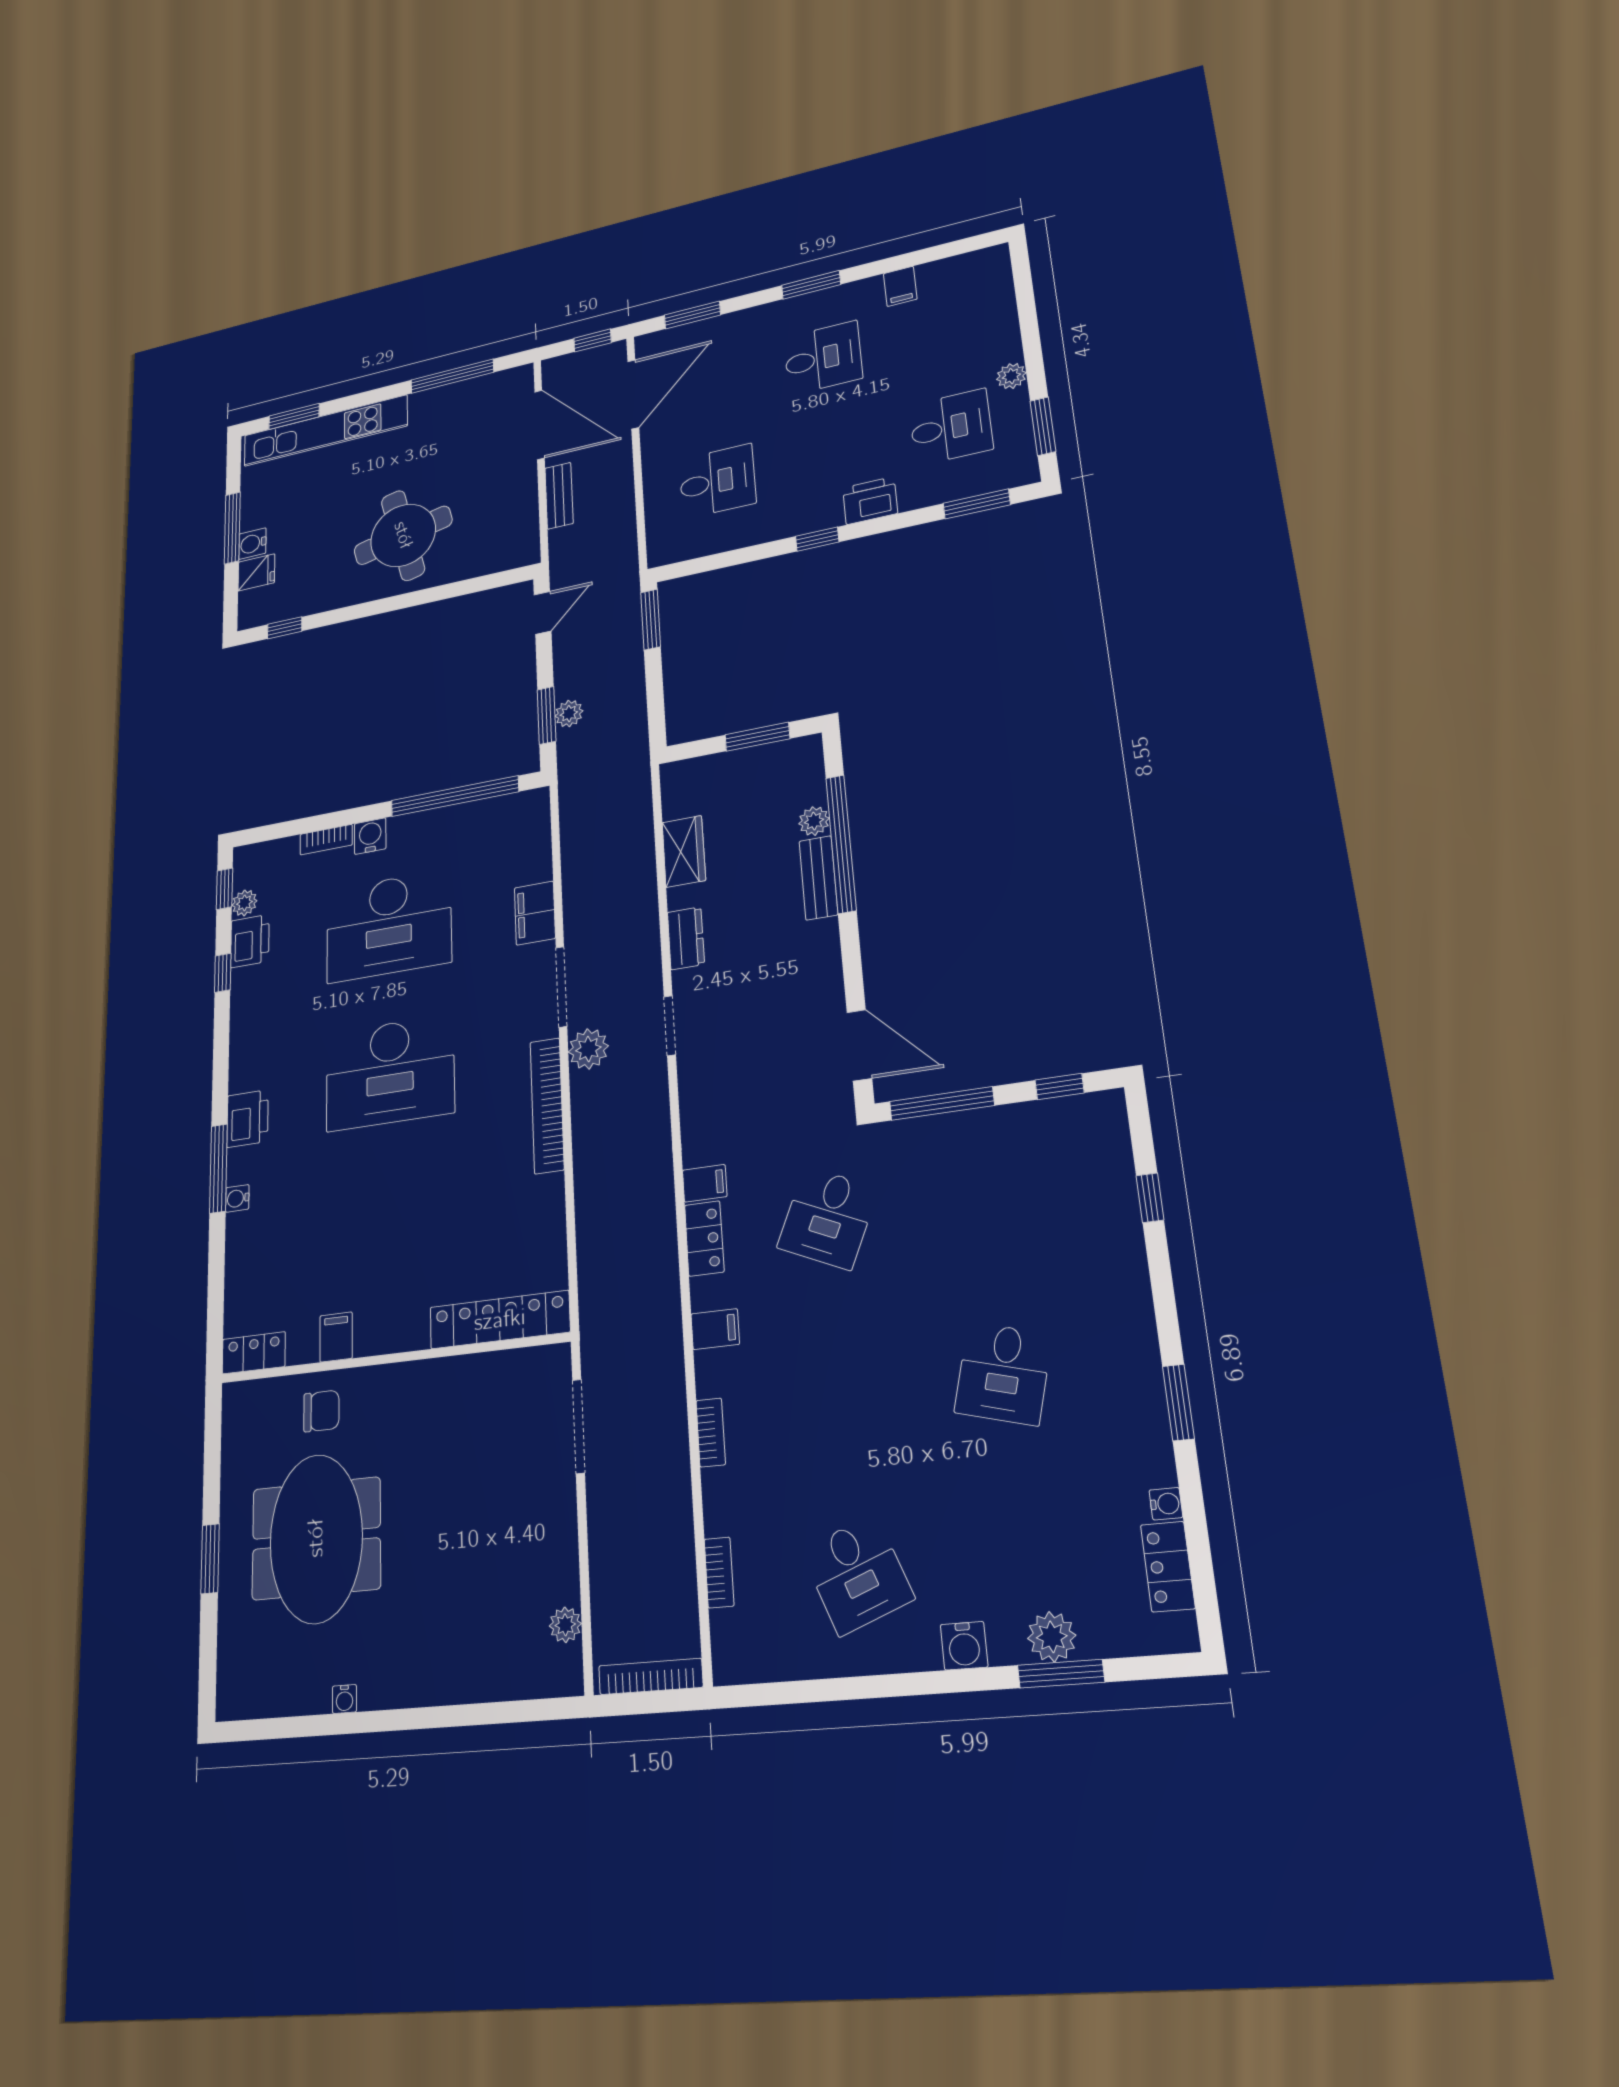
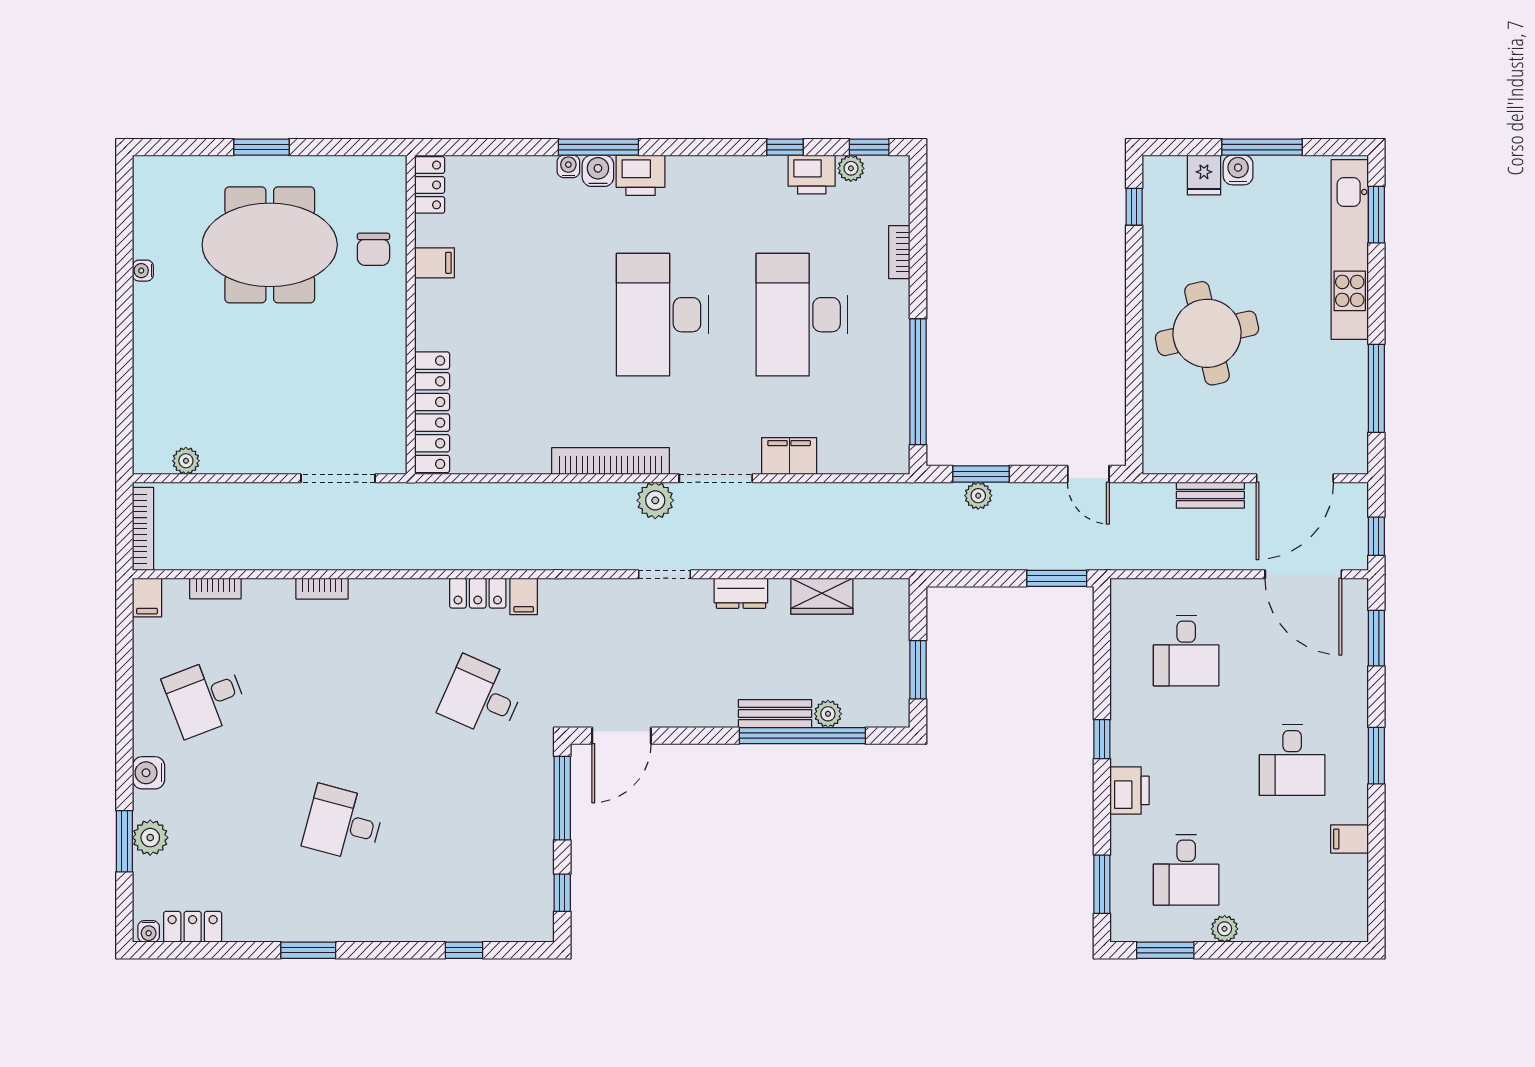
water cooler: (370, 836) -> (598, 171), moved, turned -90
filing cabinet: (715, 1329) -> (147, 598), moved
water cooler: (1166, 1504) -> (149, 931), moved

